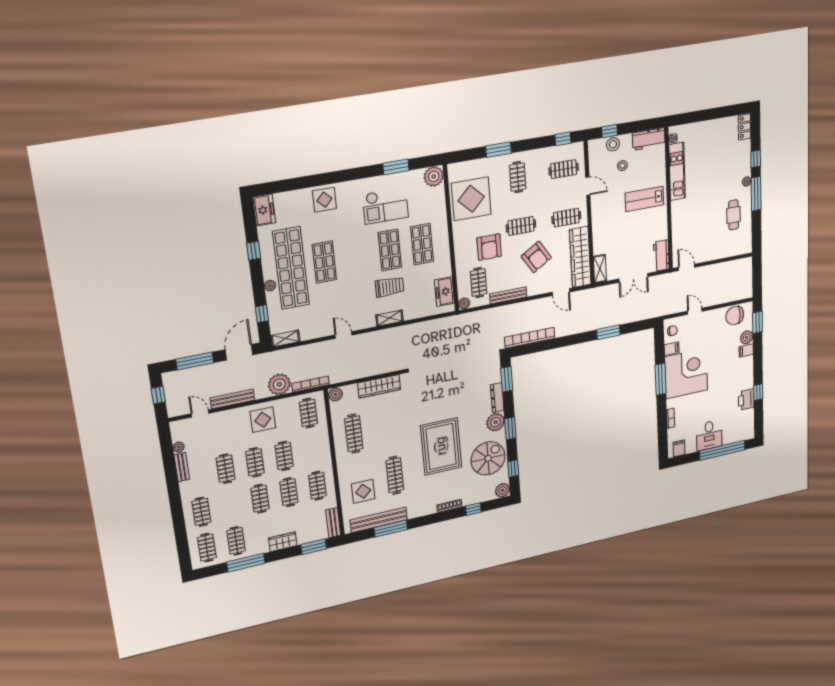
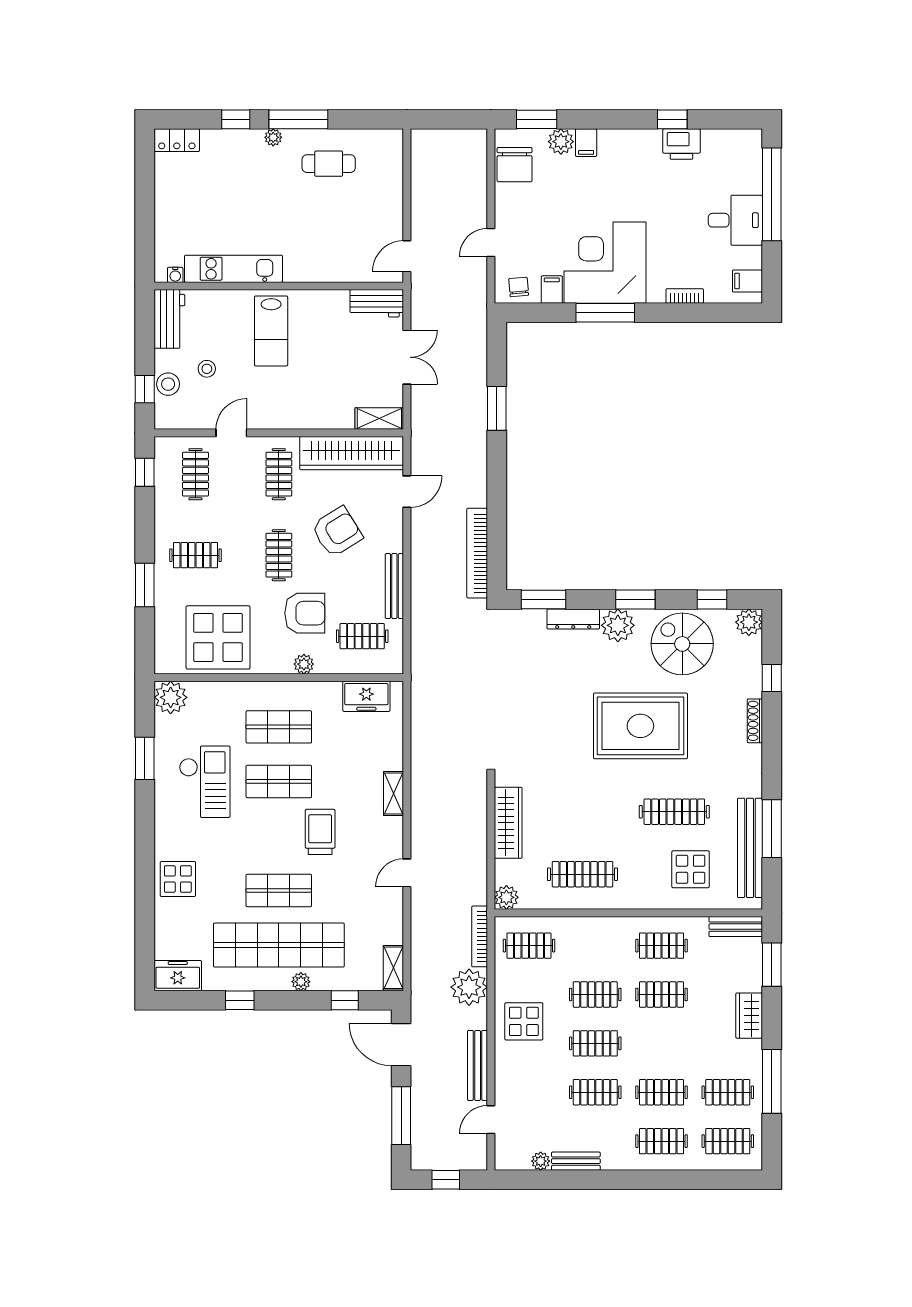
trolley: (390, 287) -> (320, 832), moved
plant: (464, 303) -> (304, 664), moved
clothes rail: (260, 499) -> (662, 1092), moved

